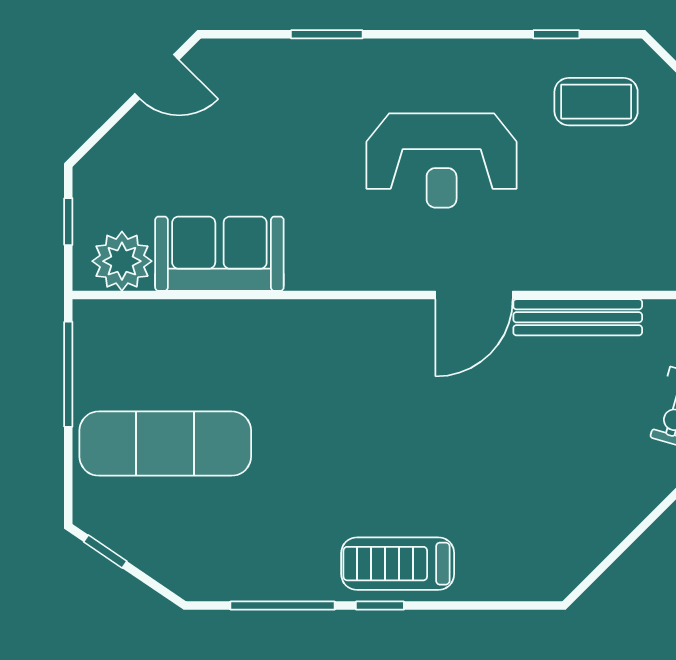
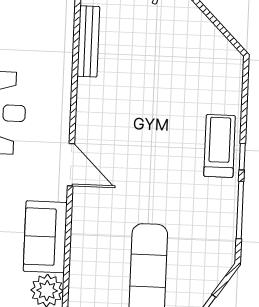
door: (474, 295) -> (71, 165), moved
treadmill: (398, 564) -> (220, 146), turned 180

